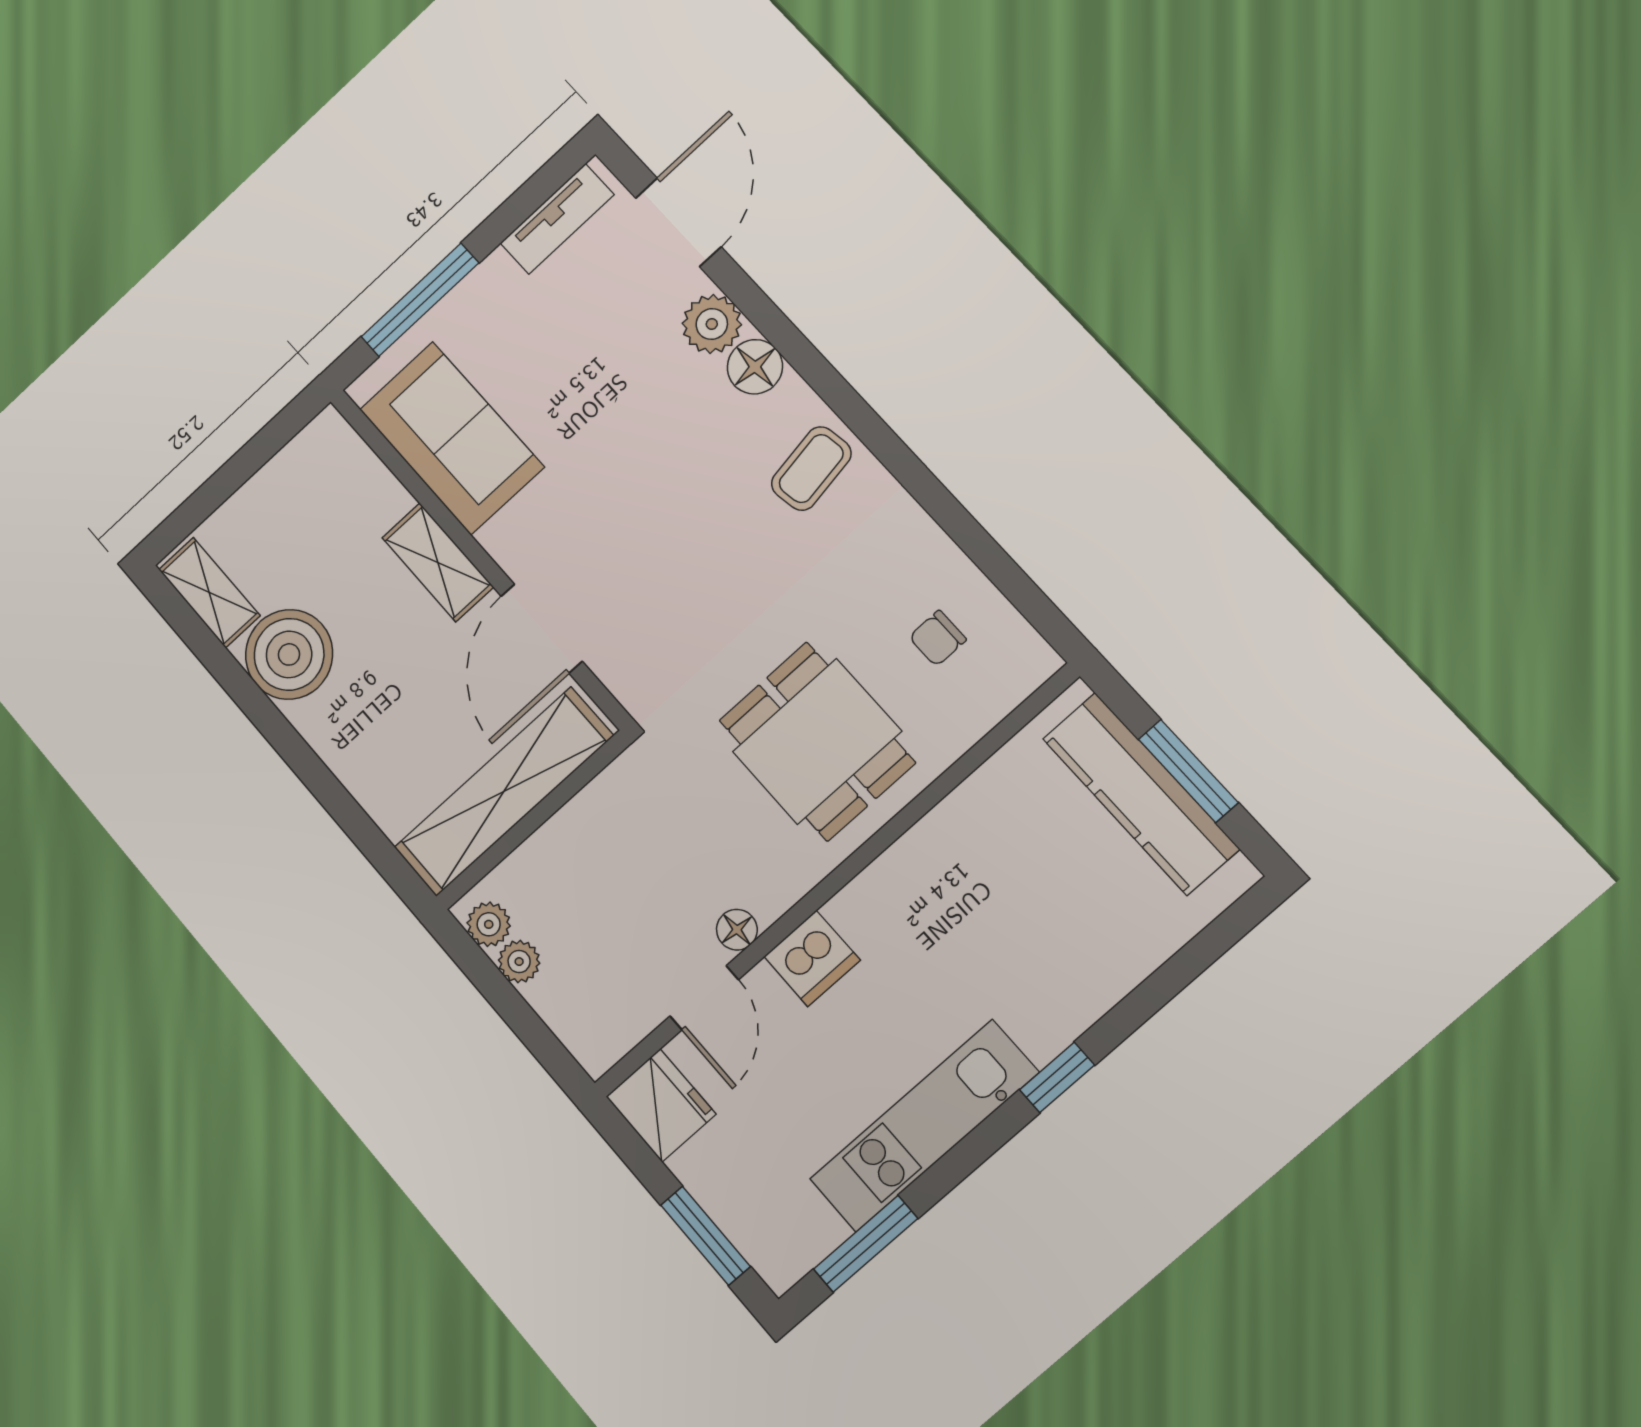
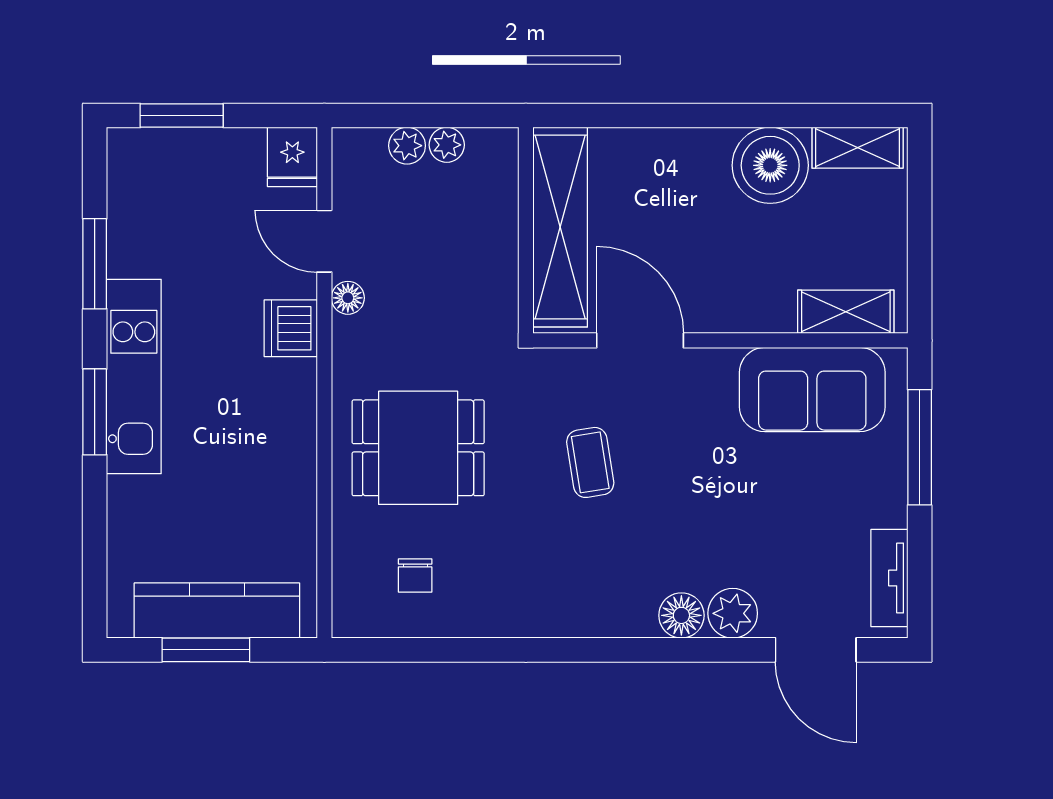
coffee table: (811, 469) -> (590, 462), moved
shelving: (438, 562) -> (846, 312), moved
chair: (938, 638) -> (415, 575), turned 180
plant: (489, 924) -> (407, 146), moved
window: (1057, 1077) -> (95, 412), width x1.50
fridge: (661, 1105) -> (292, 157), width x0.72
kitchen unit: (924, 1126) -> (134, 377), moved
window: (866, 1244) -> (95, 264), moved

